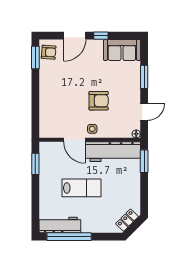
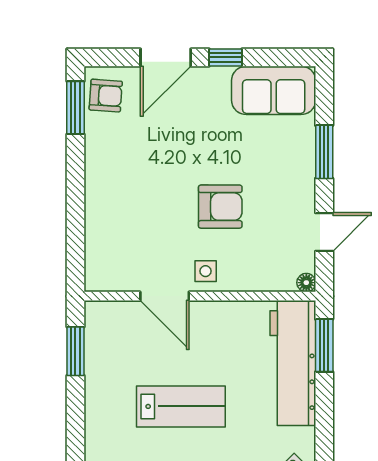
workbench: (113, 152) -> (293, 363), moved, turned 90

